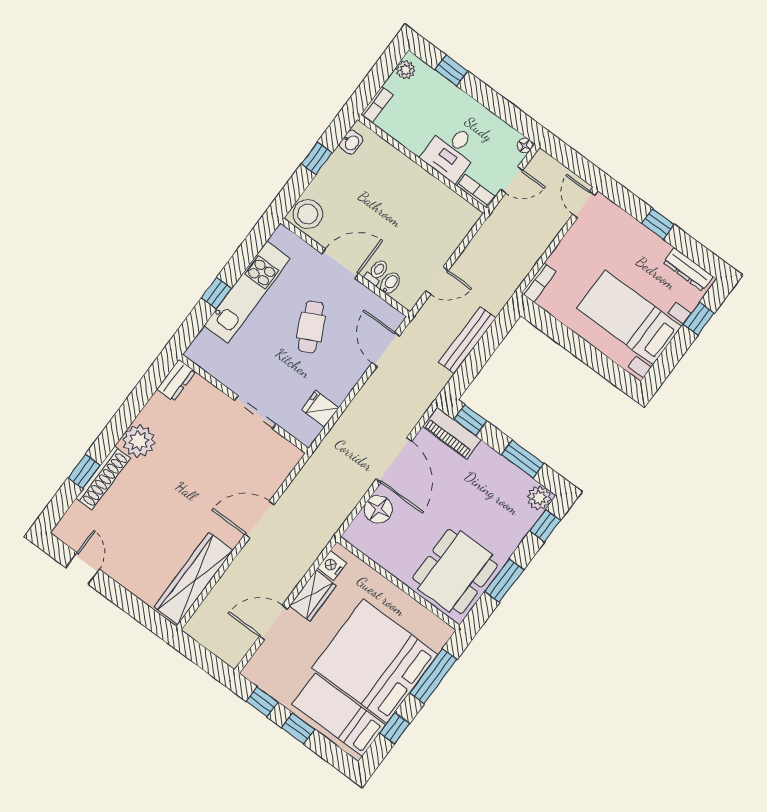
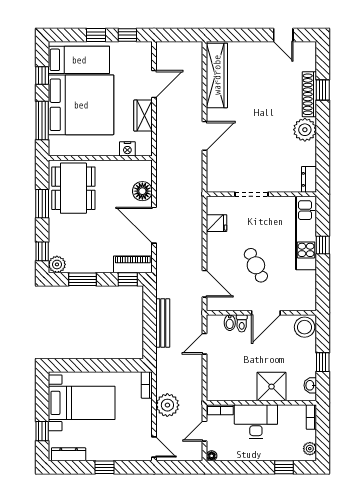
desk: (451, 152) -> (256, 422), width x1.37
shower: (397, 174) -> (271, 387), added
plant: (532, 242) -> (167, 405), added
kitchen unit: (247, 292) -> (306, 233), moved
nightstand: (332, 566) -> (127, 149), moved, turned 90

